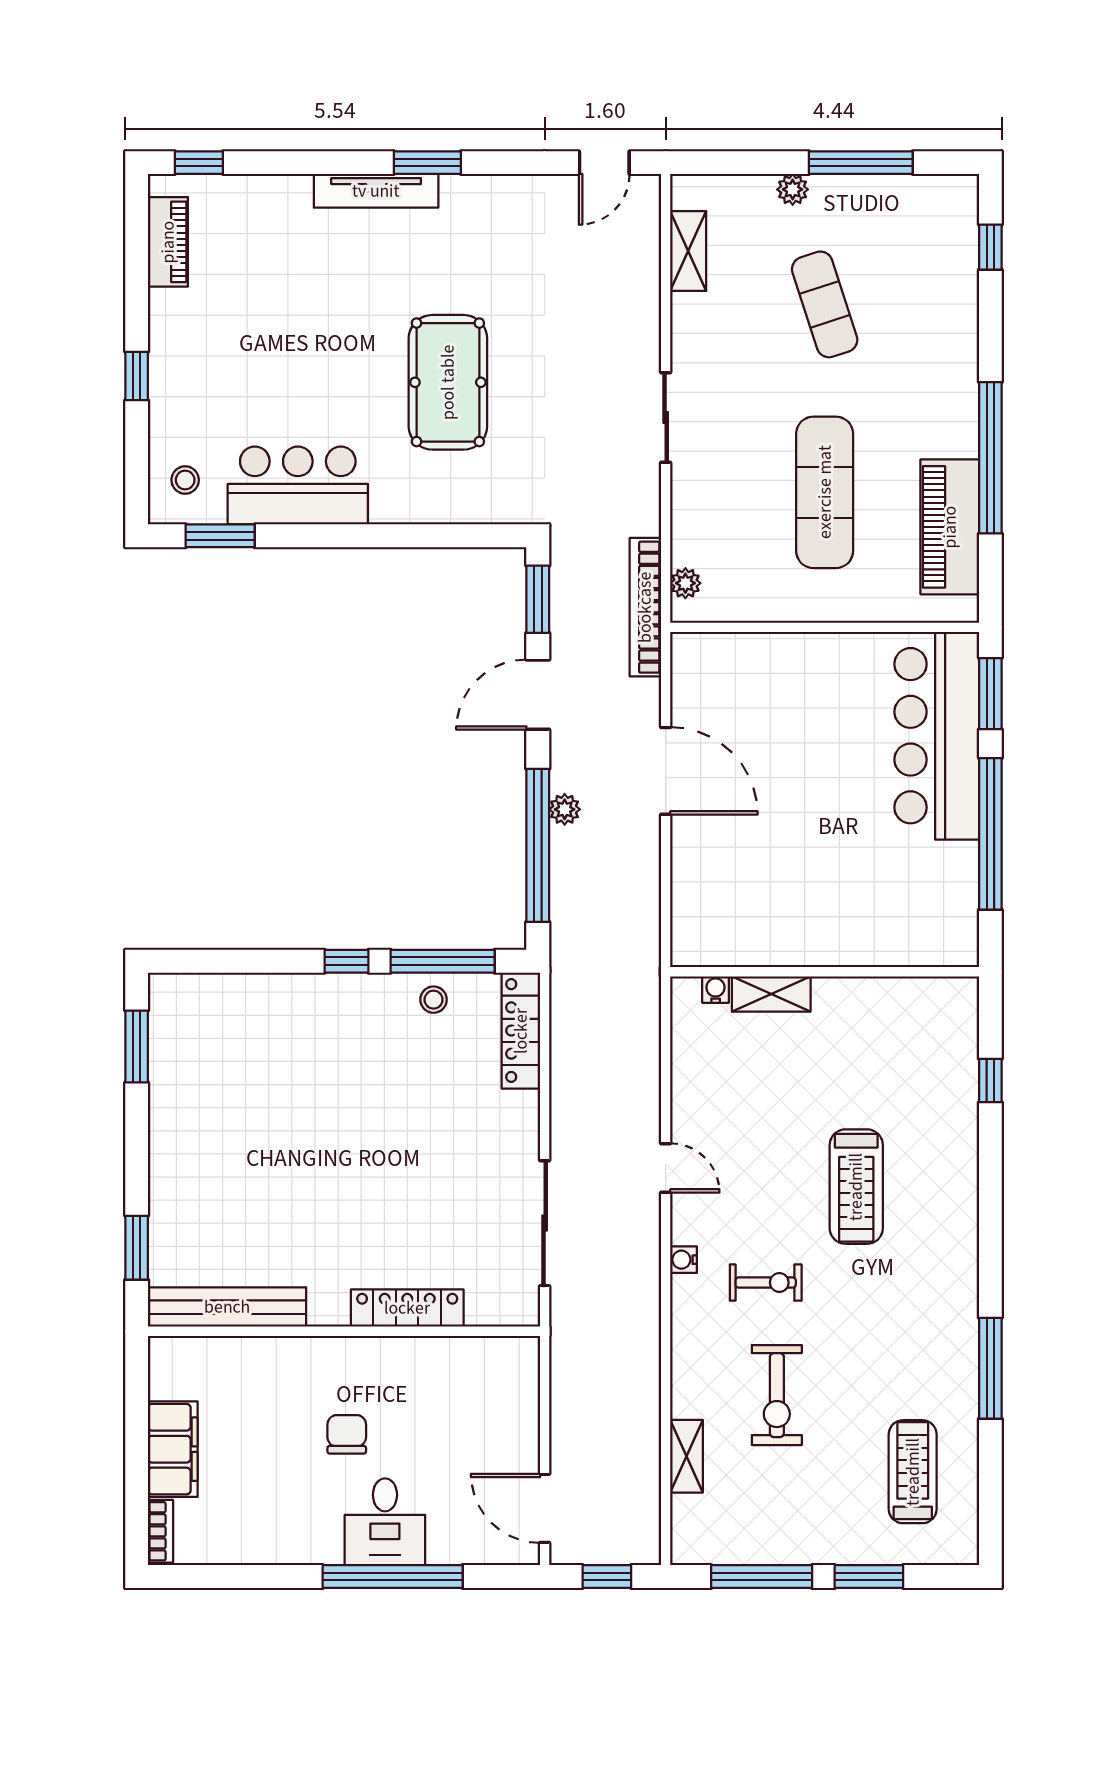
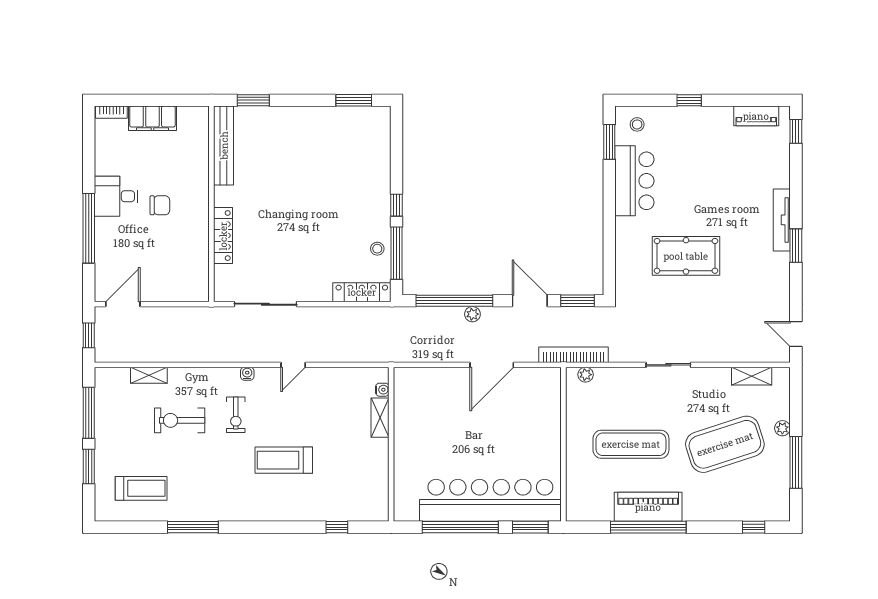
exercise mat: (825, 304) -> (725, 444), width x2.00, depth x1.45
piano: (950, 527) -> (648, 507), moved
bar counter: (937, 736) -> (490, 500), width x1.36
desk: (385, 1522) -> (116, 196), moved

